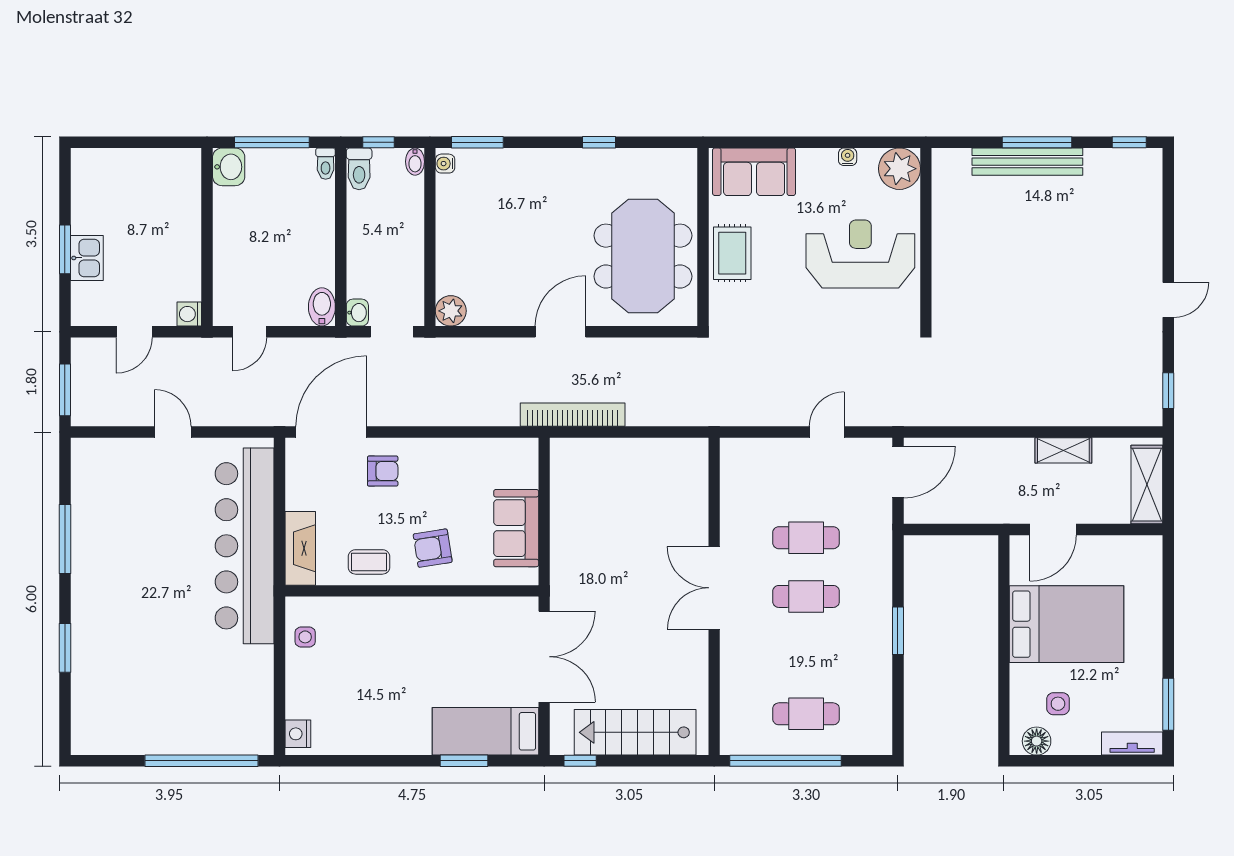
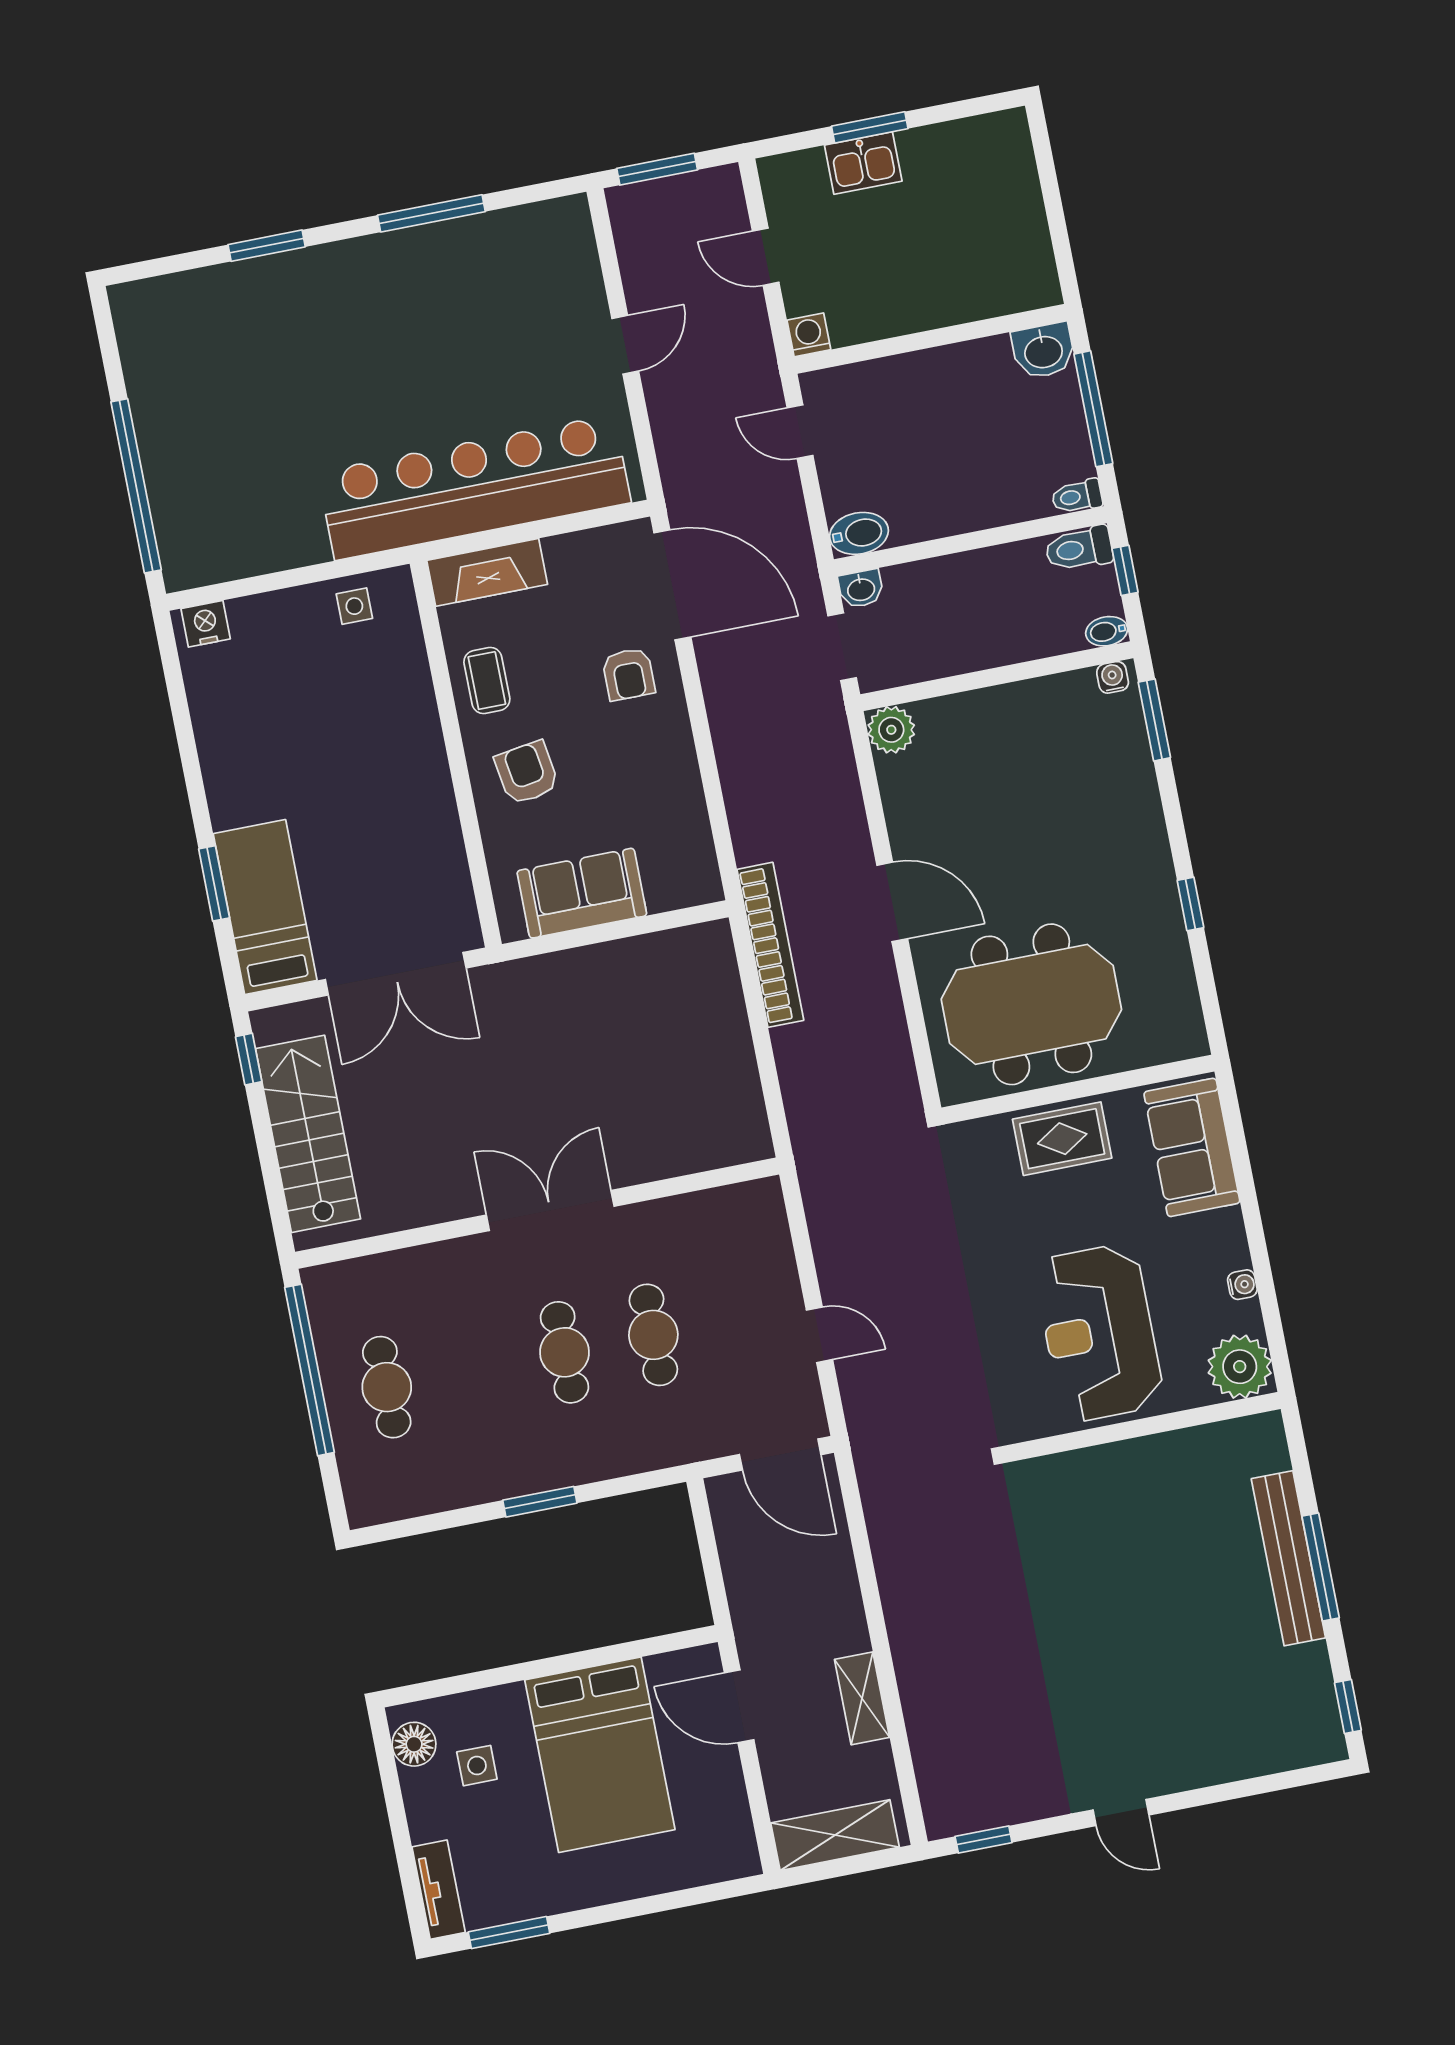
reception desk: (860, 254) -> (1099, 1333), turned 180

